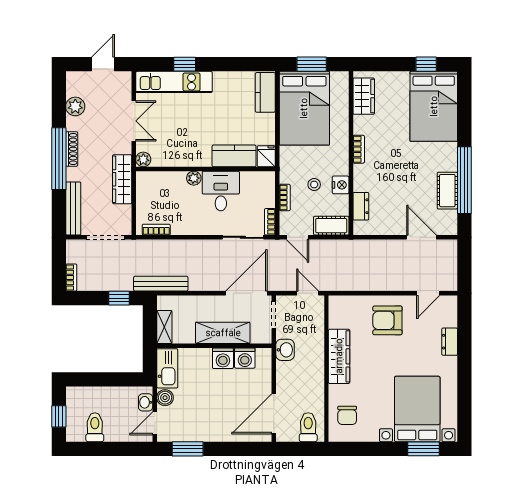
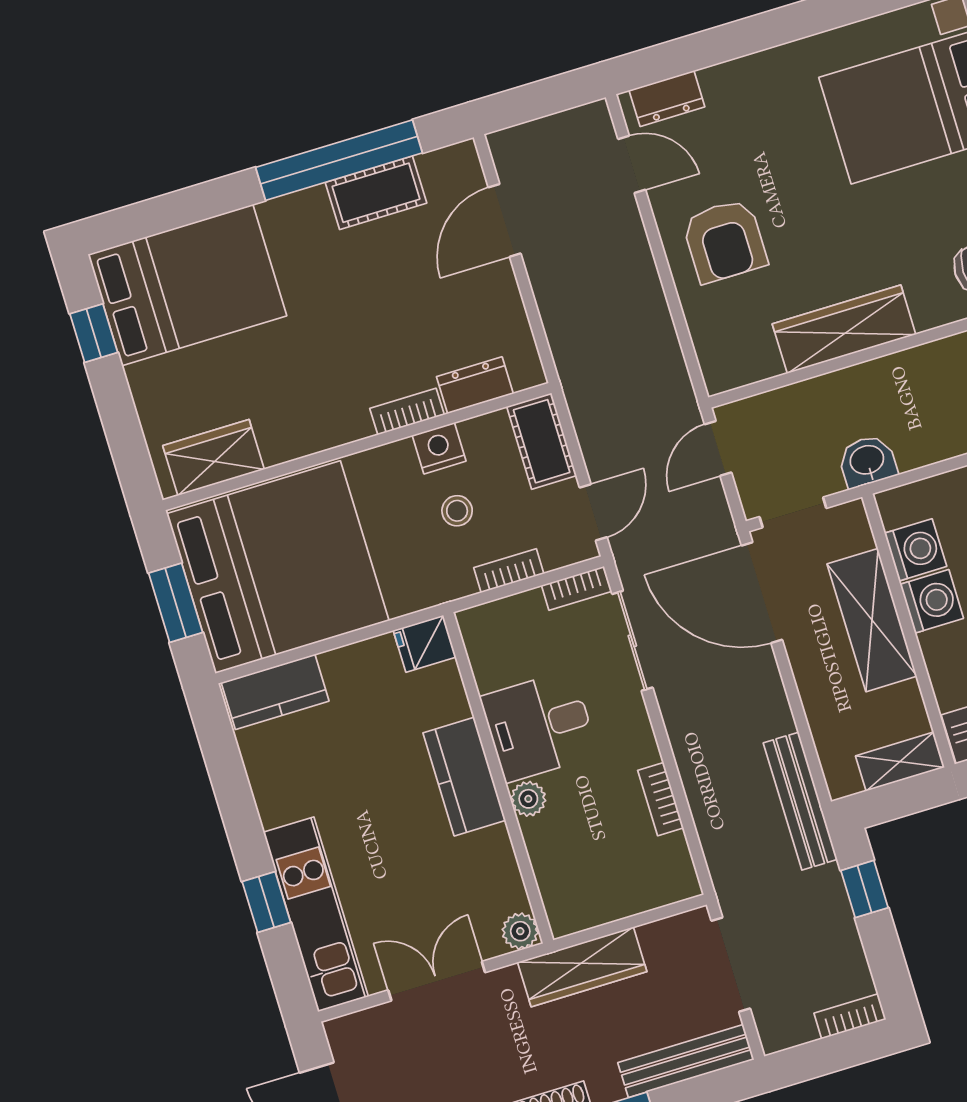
bed: (304, 108) -> (278, 567), width x1.36
bookcase: (359, 149) -> (407, 412), moved
kitchen counter: (234, 156) -> (464, 777), moved
bookcase: (156, 230) -> (661, 799), moved
dresser: (450, 342) -> (667, 98), moved

